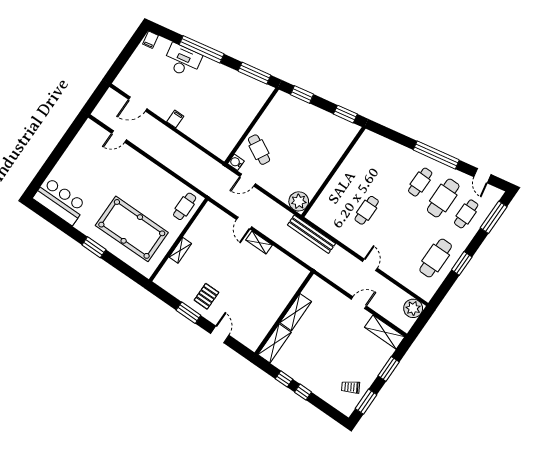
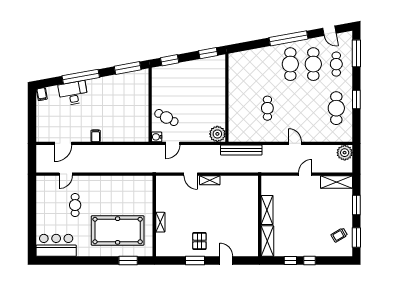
cafe table: (420, 182) -> (290, 64), width x1.37, depth x1.35
cafe table: (185, 206) -> (75, 205), moved
window: (94, 247) -> (128, 261), moved

